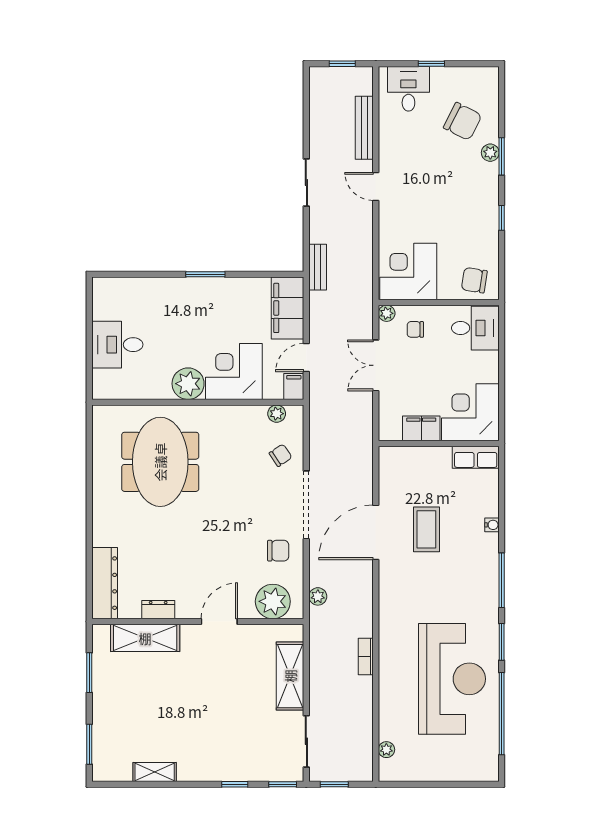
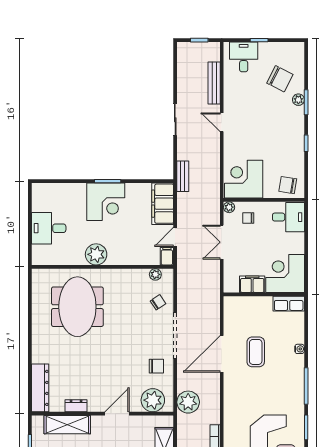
corner desk: (234, 371) -> (106, 202), moved, turned 180
plant: (318, 596) -> (188, 402), width x1.87, depth x1.87

